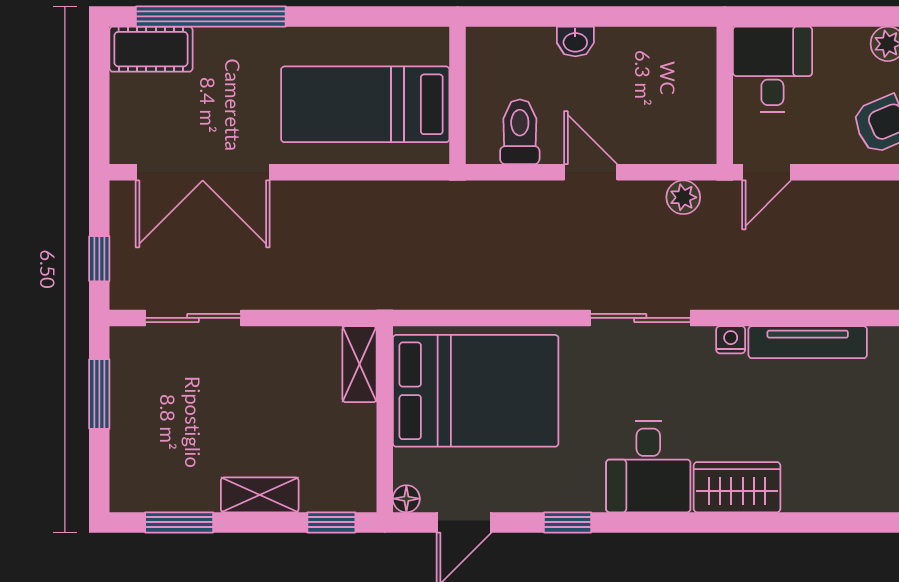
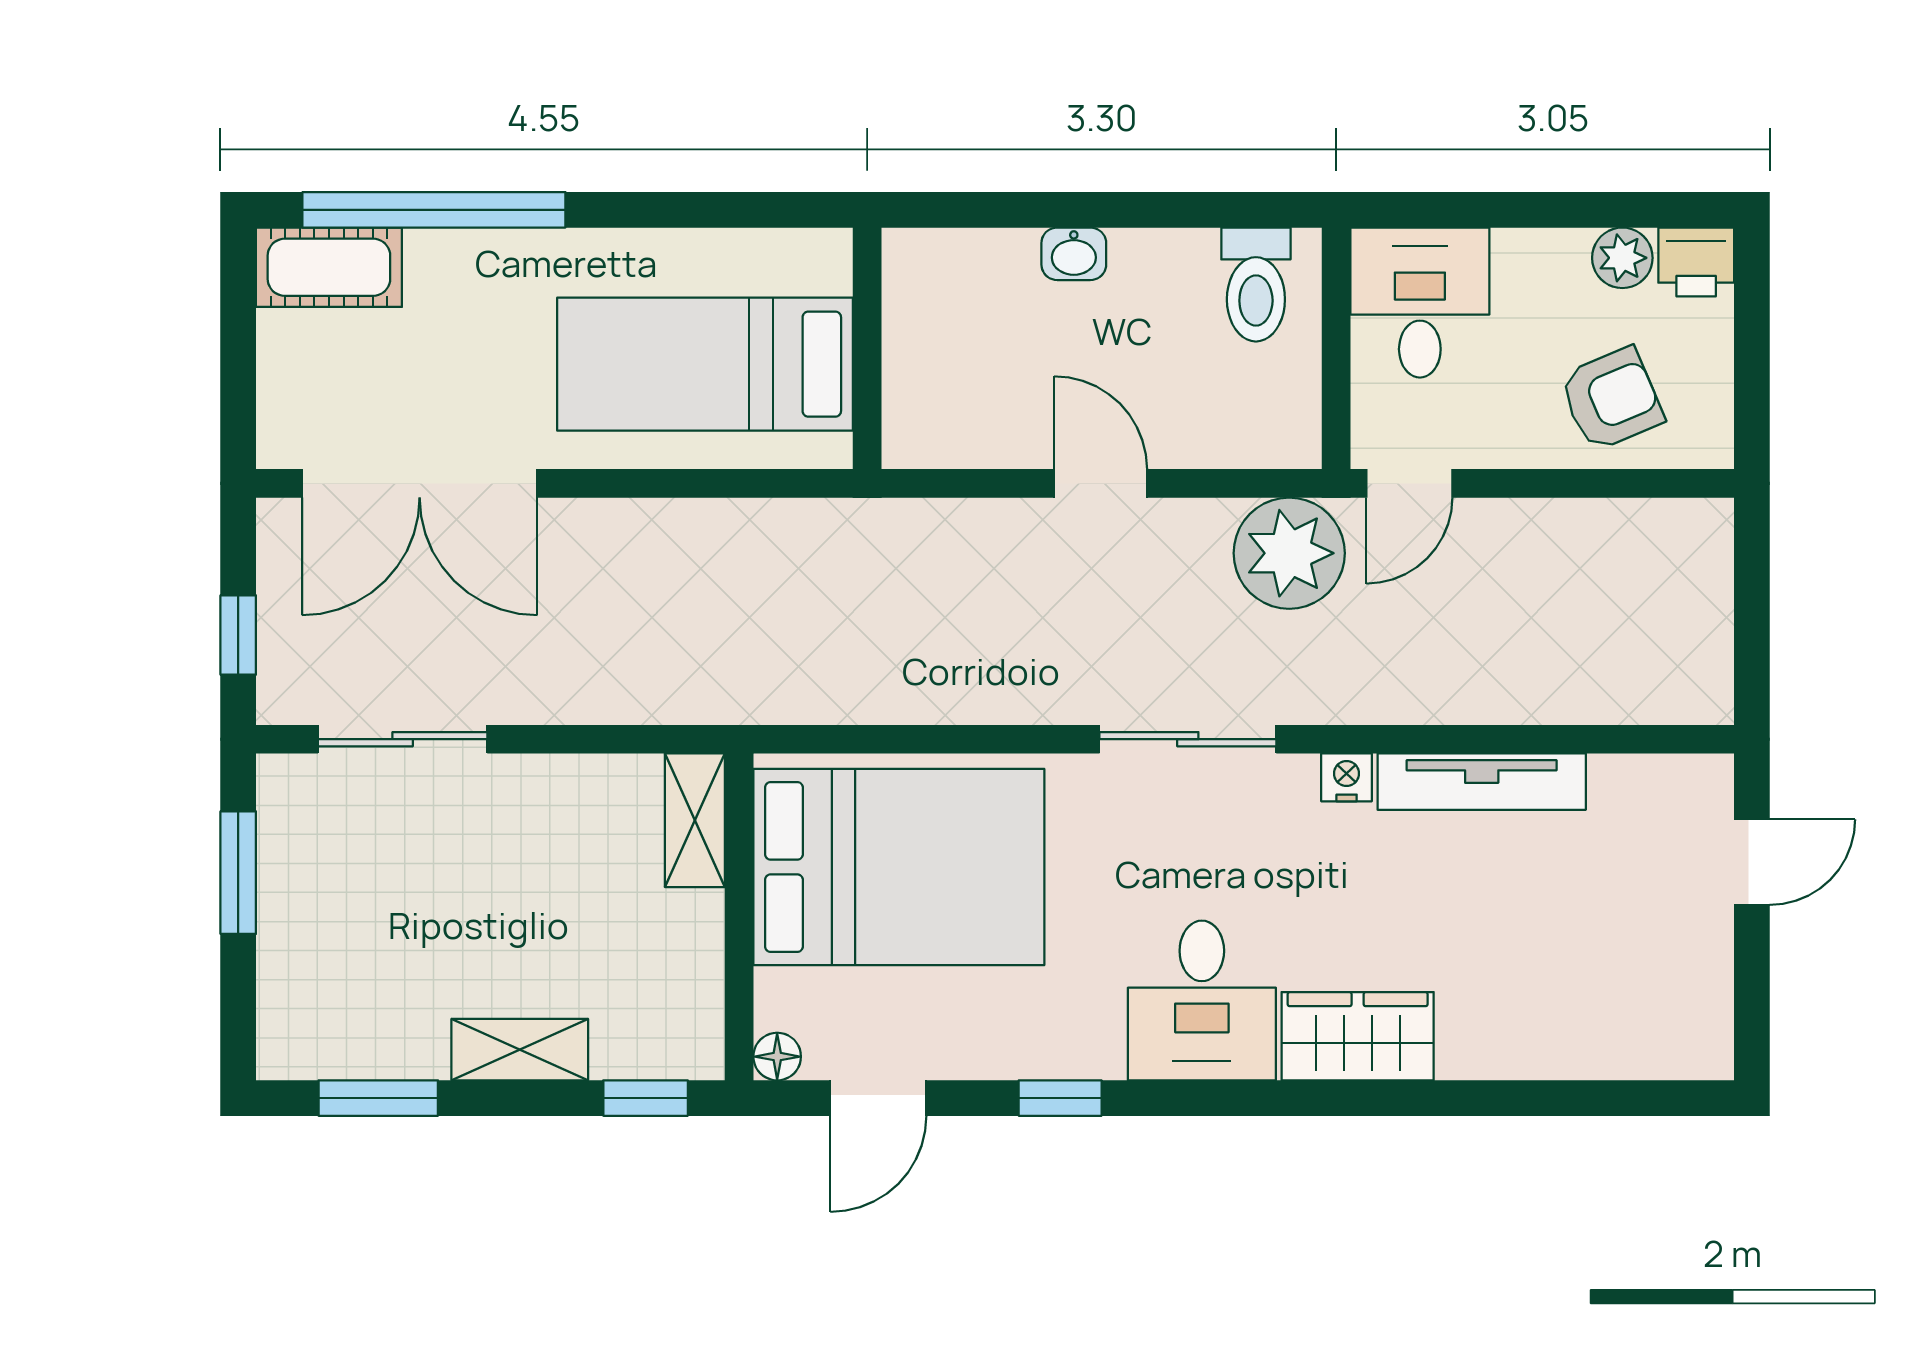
toilet: (520, 132) -> (1256, 285), moved, turned 180
plant: (683, 197) -> (1289, 553), width x1.88, depth x1.88

